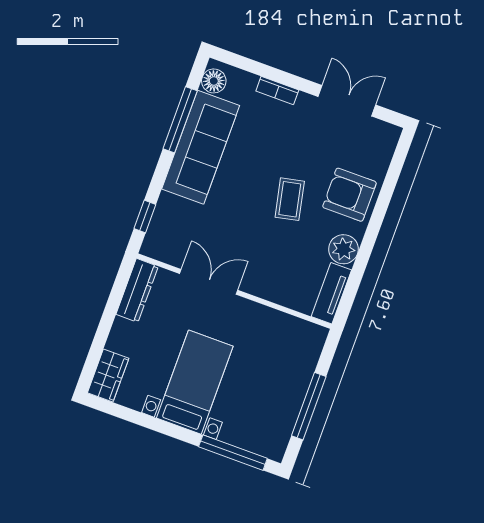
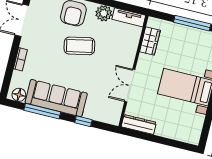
coffee table: (290, 199) -> (79, 46), width x1.36, depth x1.30
window: (145, 217) -> (83, 121), moved
wardrobe: (108, 376) -> (150, 41), moved, turned 90

